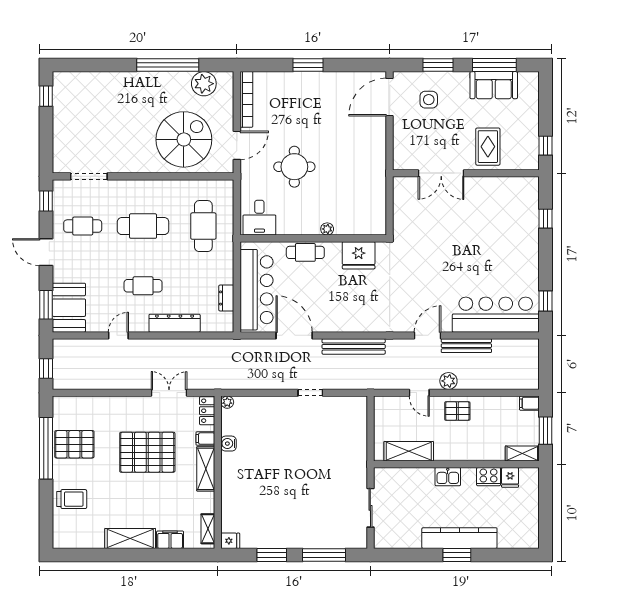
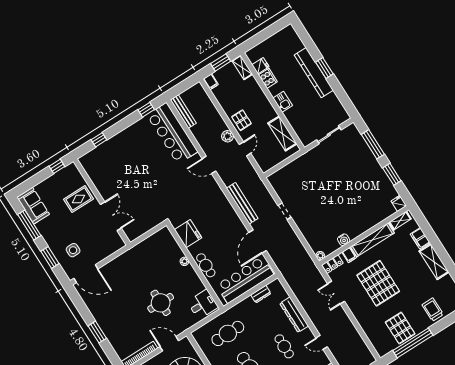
sofa: (494, 85) -> (33, 206), moved
bench: (466, 346) -> (183, 111), moved
shelving: (206, 469) -> (372, 240), width x1.47

